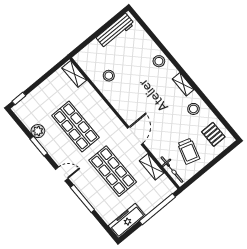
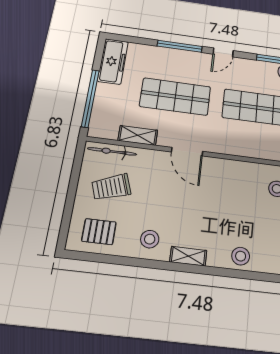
trolley: (189, 151) -> (111, 187), turned -36

